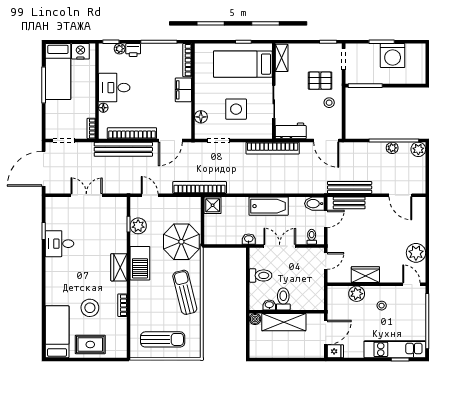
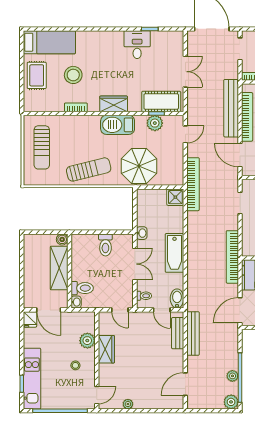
cot: (117, 219) -> (161, 102), added
plant: (416, 253) -> (128, 404), width x0.53, depth x0.53
toilet: (283, 299) -> (82, 288), moved
washbasin: (269, 305) -> (76, 302), moved

